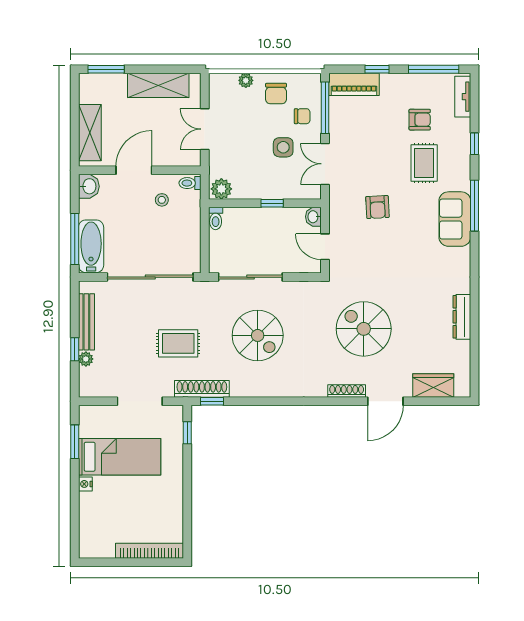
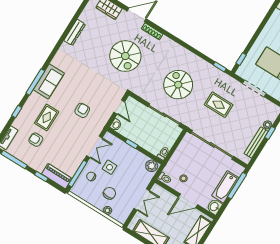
chair: (276, 94) -> (109, 193), moved
bathtub: (91, 246) -> (225, 187), moved
shoe rack: (202, 389) -> (221, 76), removed

